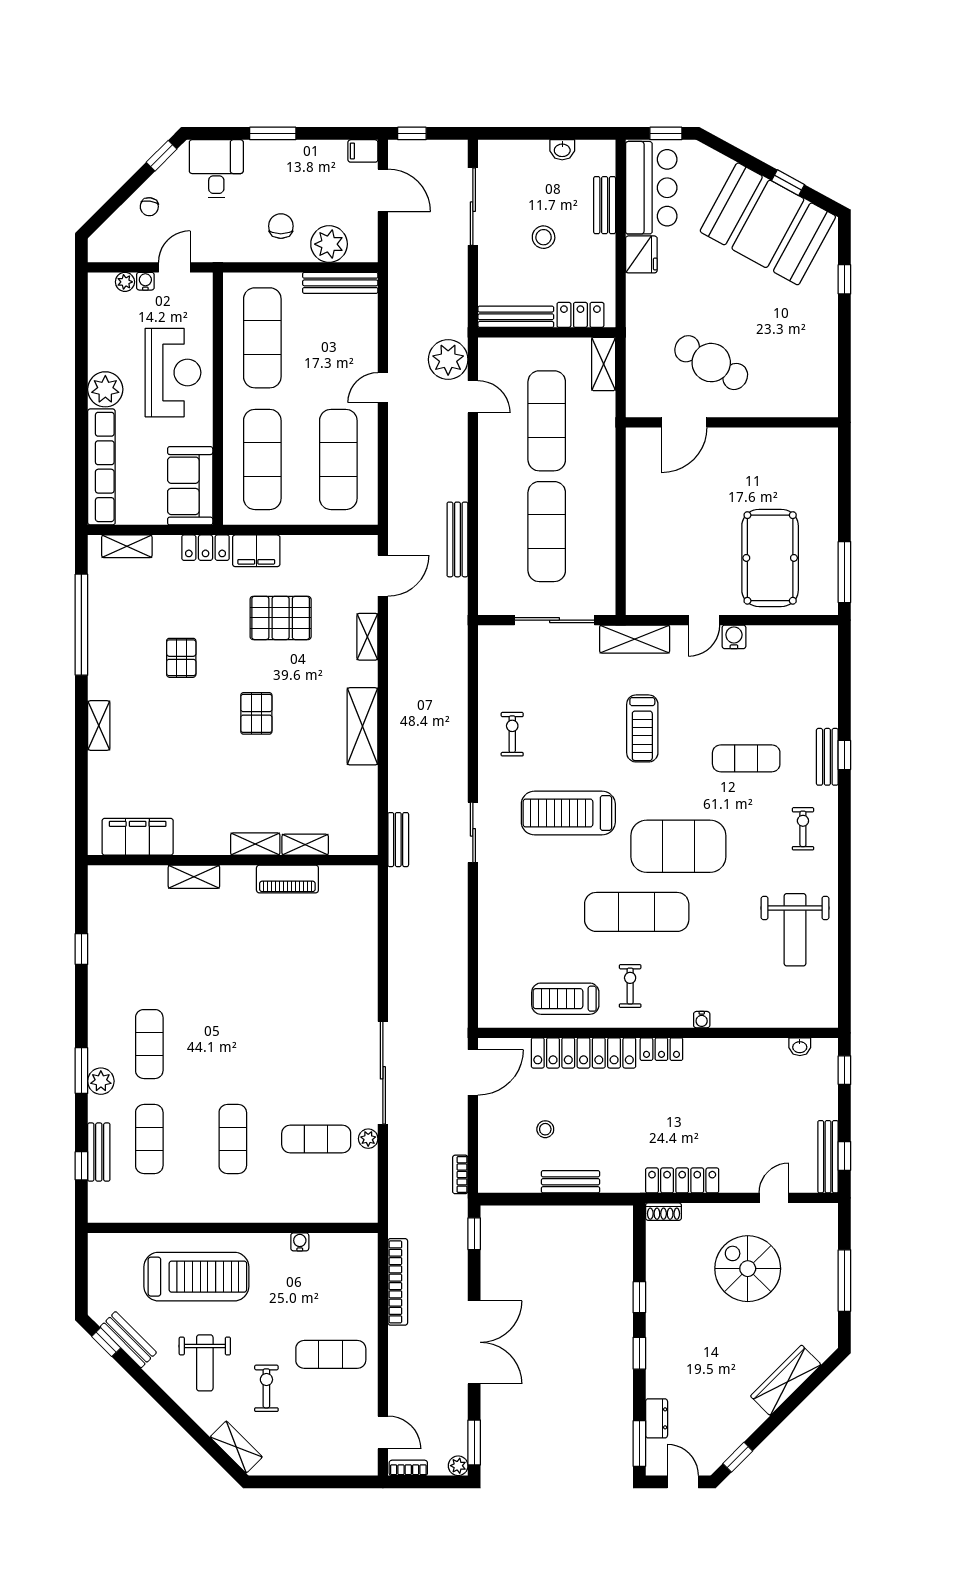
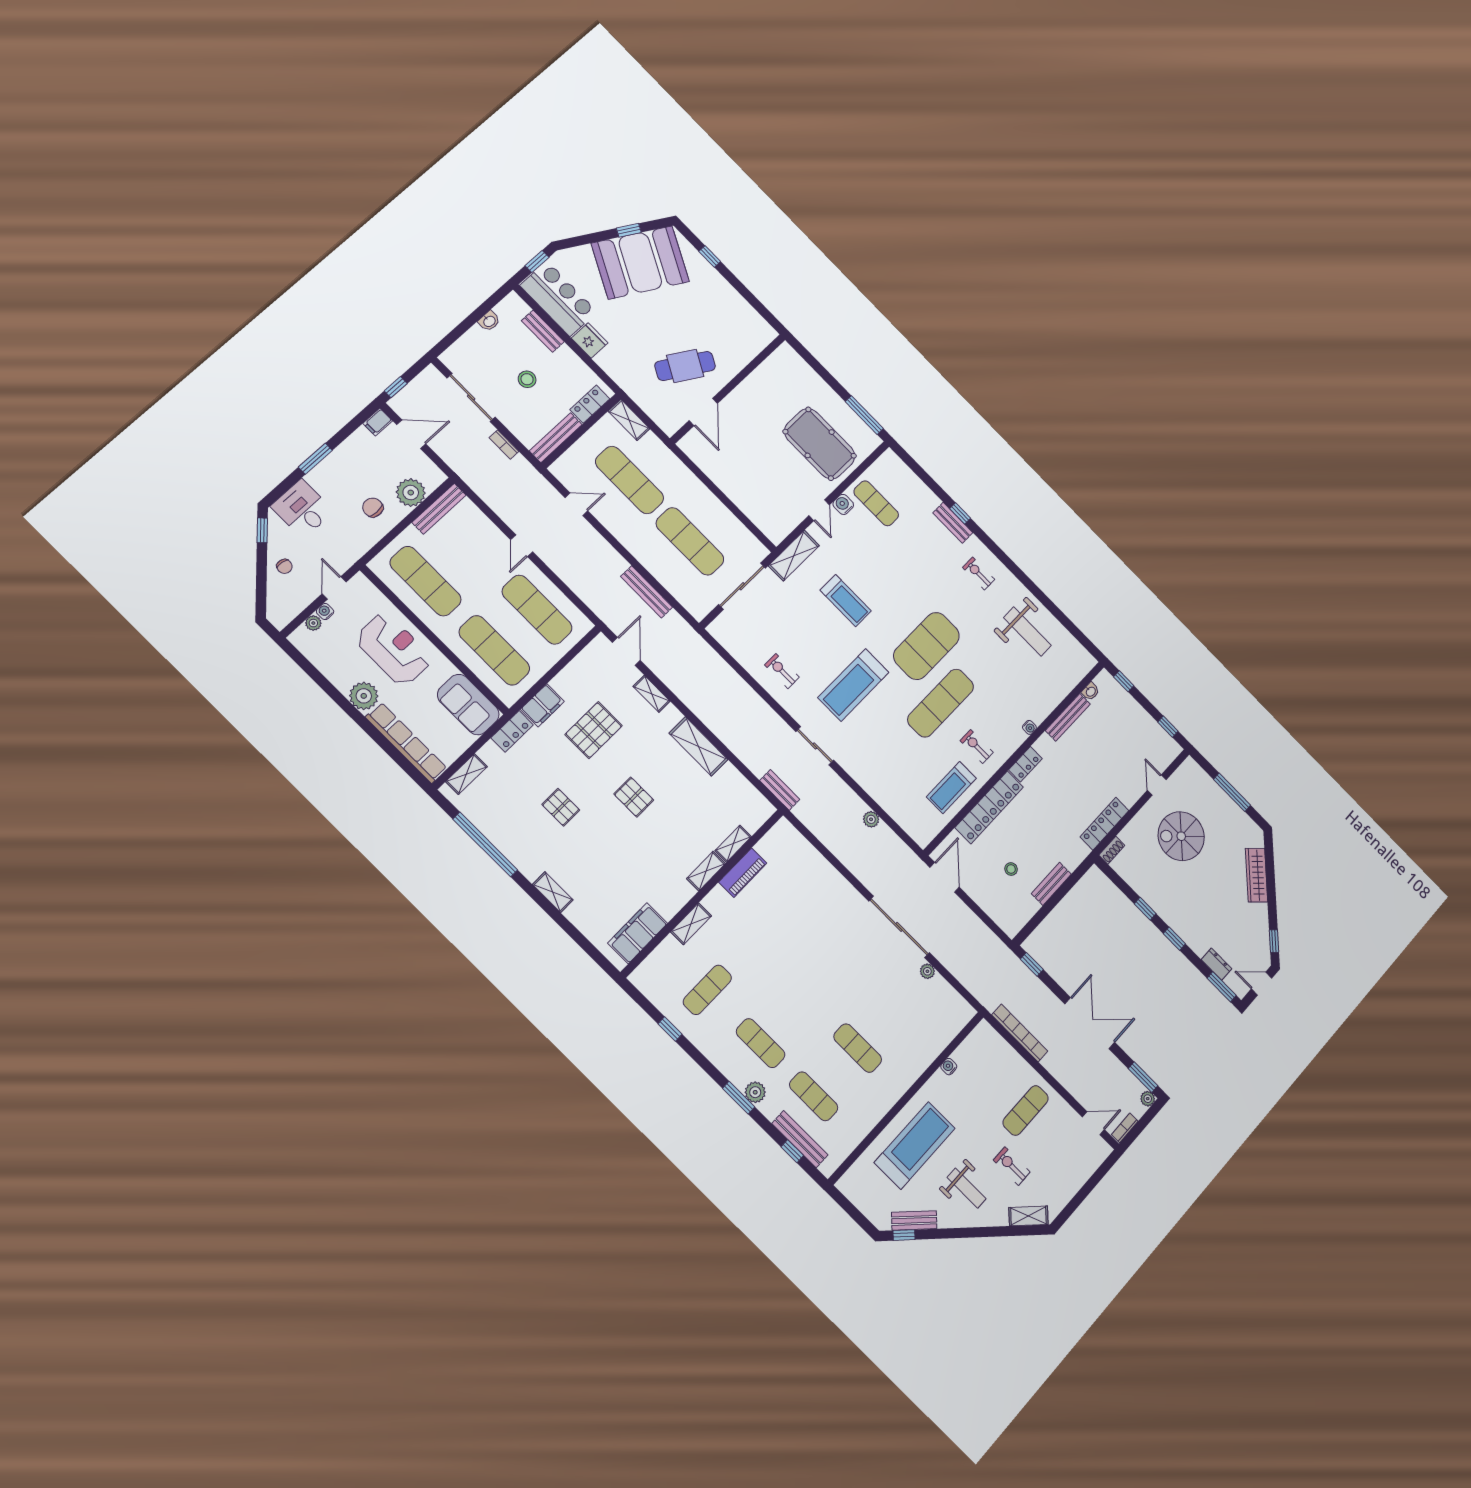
plant: (448, 360) -> (871, 819), moved, width x0.53, depth x0.53
exercise mat: (746, 758) -> (876, 503), moved, turned 90
exercise mat: (316, 1139) -> (707, 990), moved
bench: (99, 1152) -> (800, 1139), width x1.36
bench: (828, 1157) -> (1068, 717), moved, turned 90
bookcase: (460, 1174) -> (504, 445), moved

